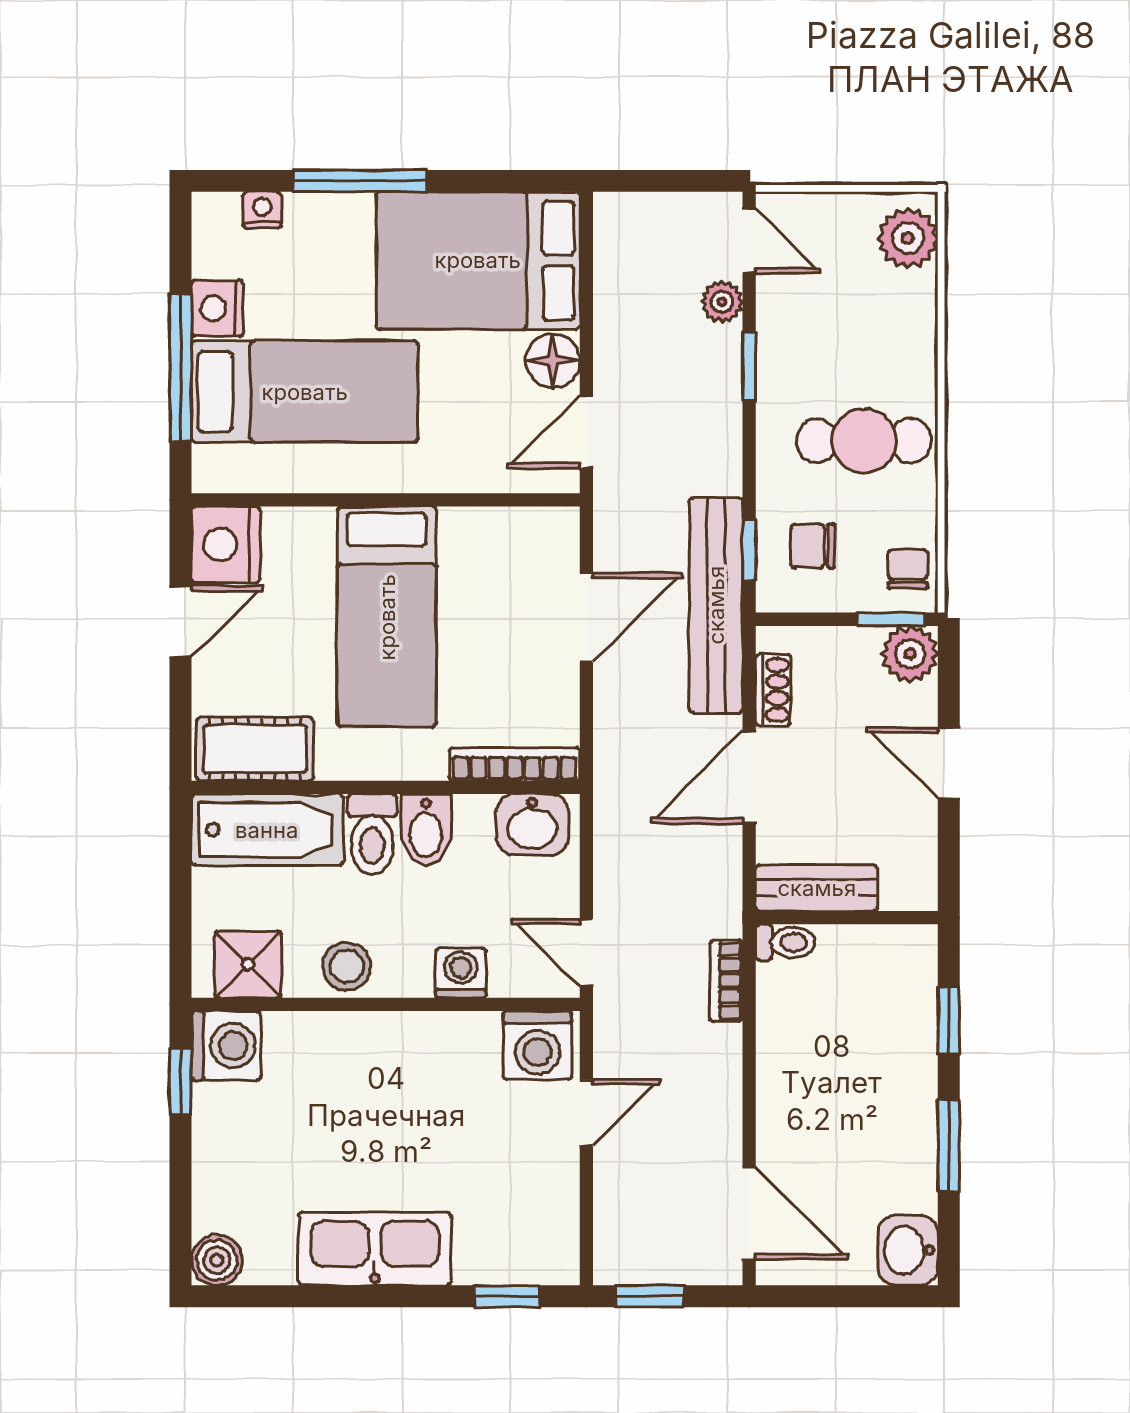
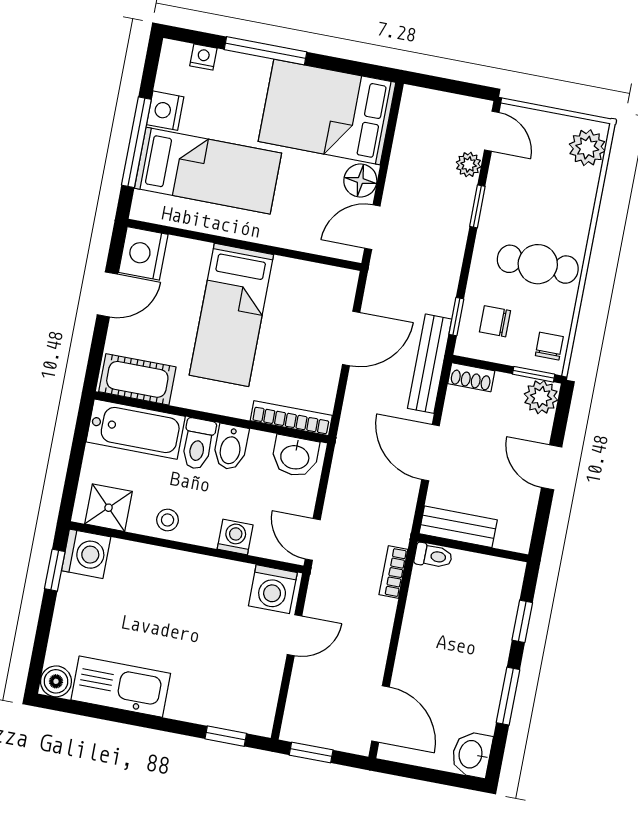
bench: (716, 605) -> (430, 364), width x0.73, depth x0.82
shoe rack: (773, 690) -> (471, 377), moved, turned 90
door: (749, 777) -> (430, 453), hinge flipped
stool: (347, 966) -> (168, 520), width x0.73, depth x0.73
kitchen sink: (375, 1249) -> (121, 687), moved

